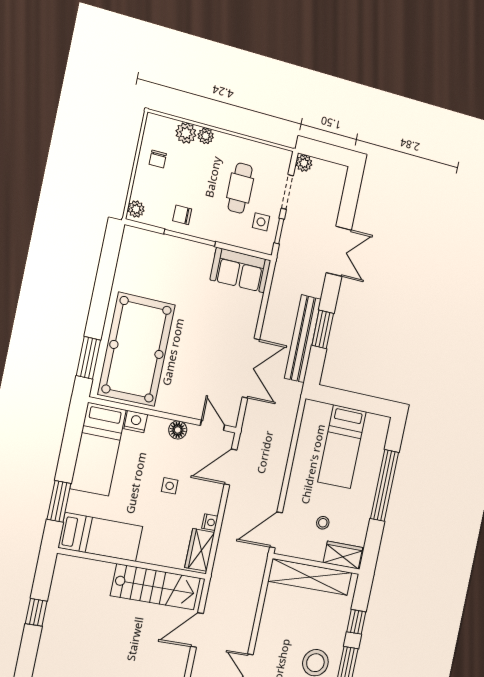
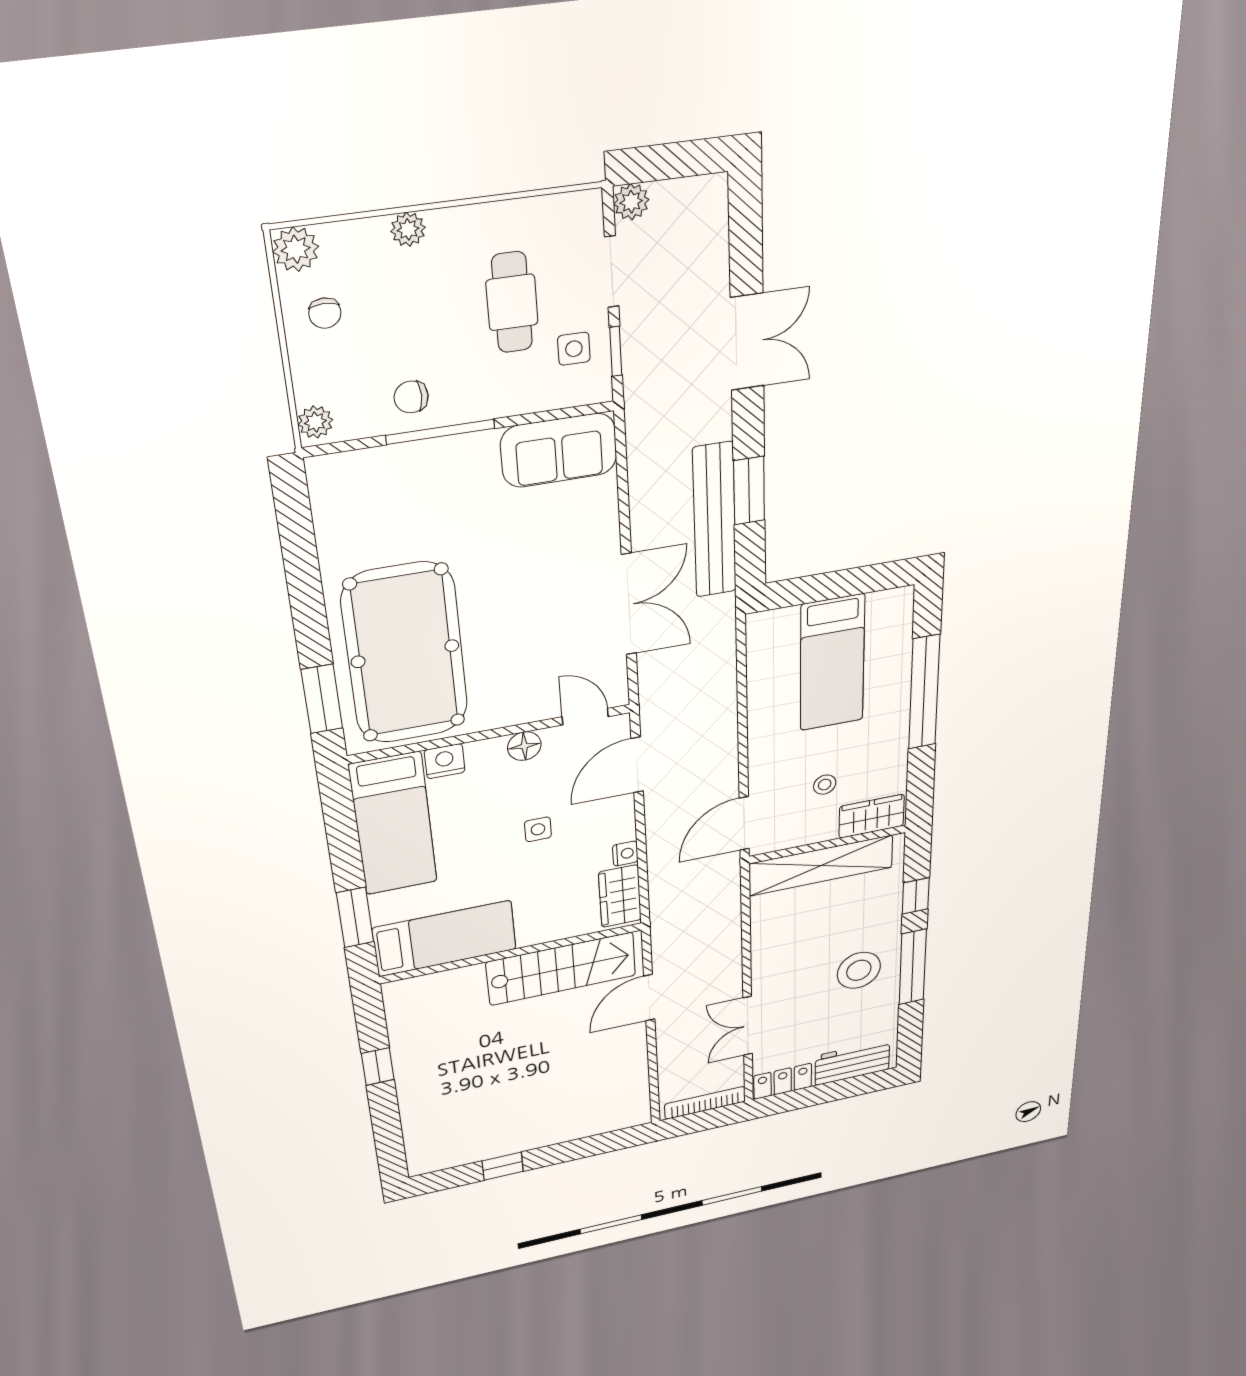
plant: (186, 133) -> (296, 249), moved

